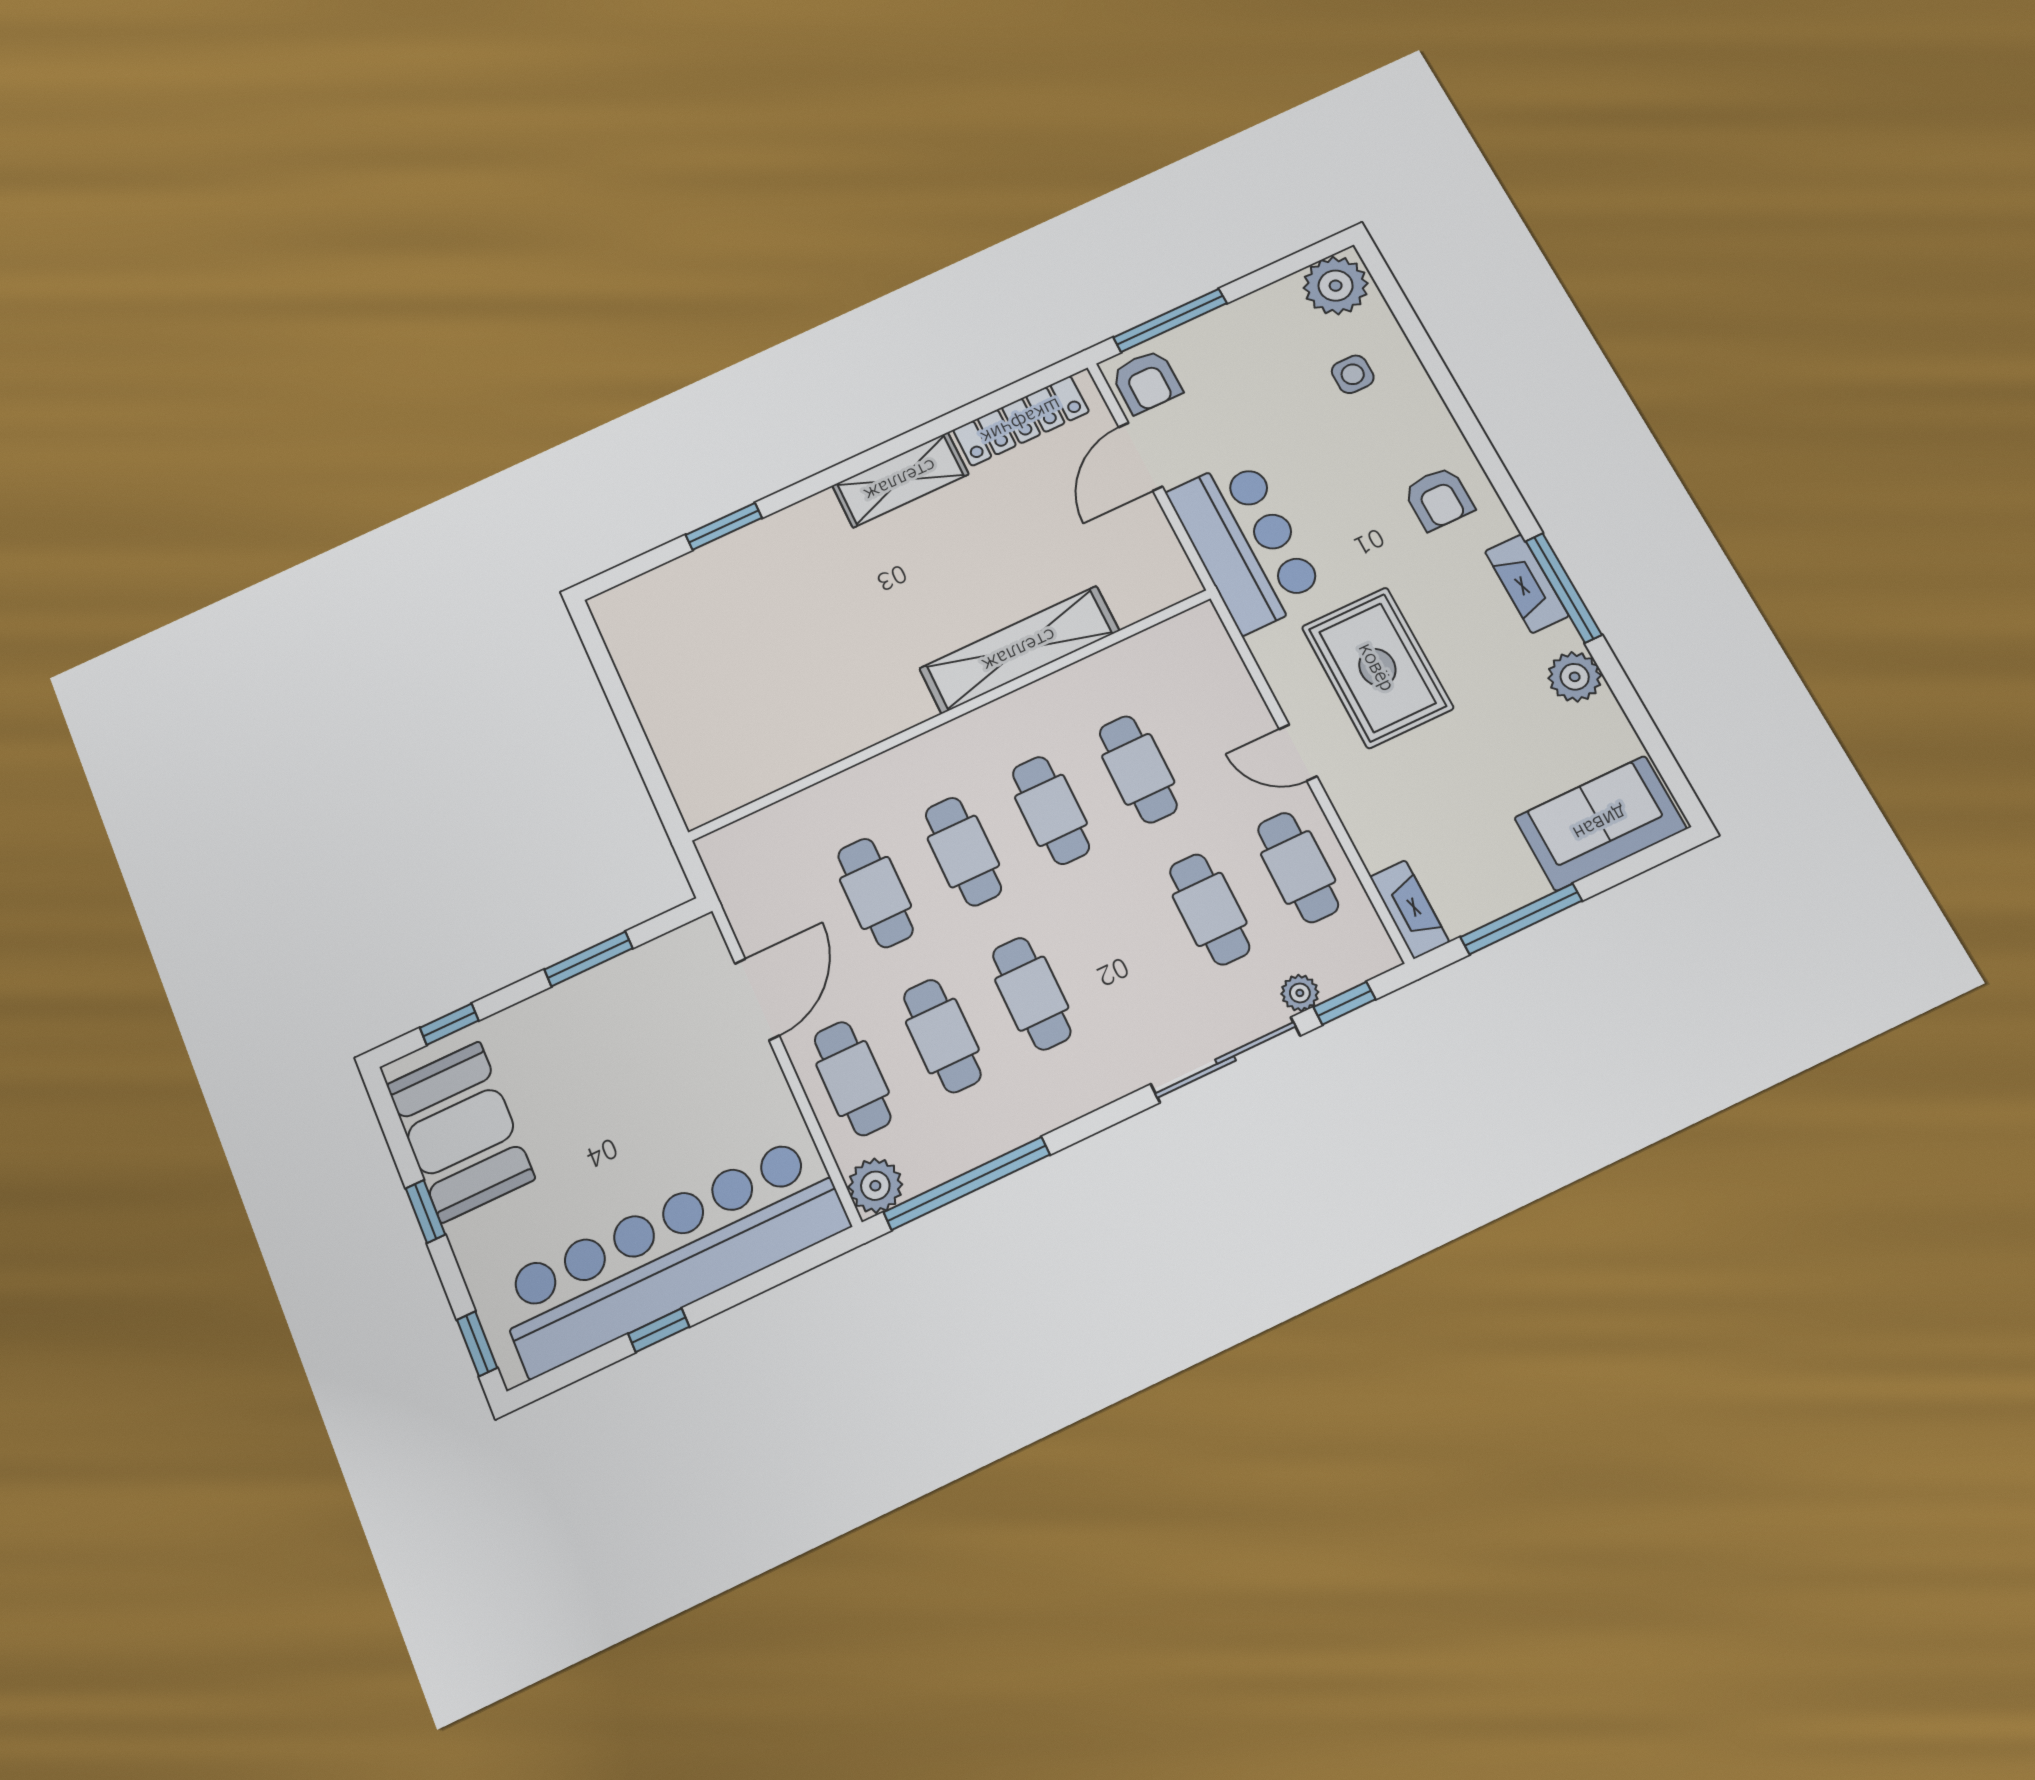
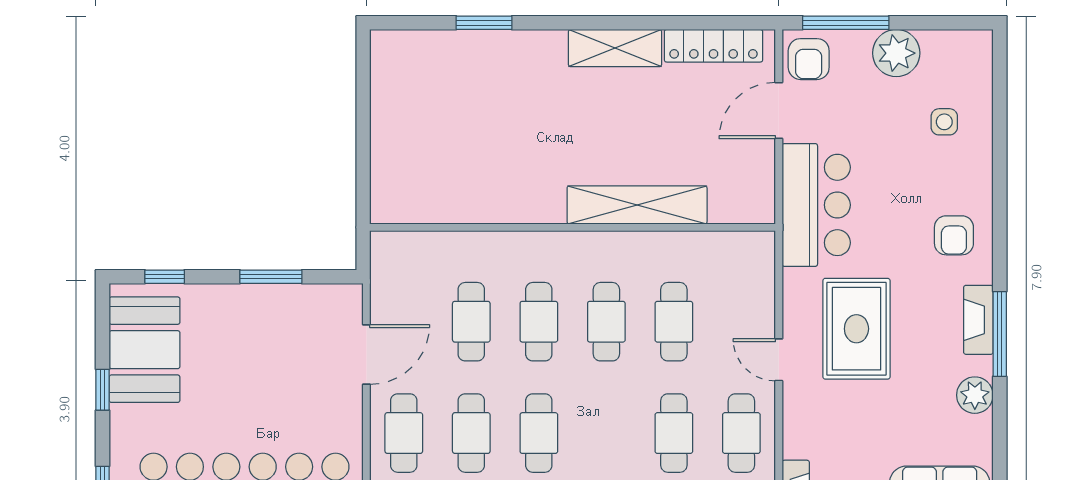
plant: (1336, 286) -> (896, 53), moved

